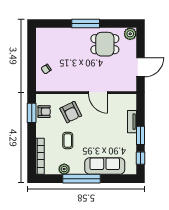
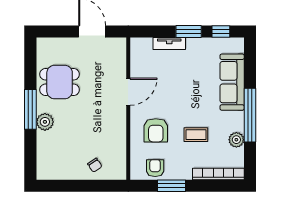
plant: (130, 34) -> (45, 122), moved
dining table: (105, 44) -> (60, 82), turned 90
armchair: (71, 112) -> (156, 130), turned 116
window: (32, 113) -> (172, 186), moved

